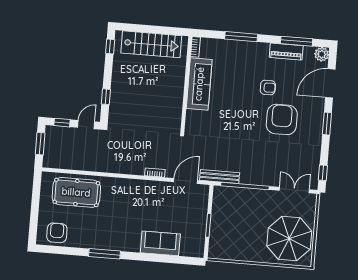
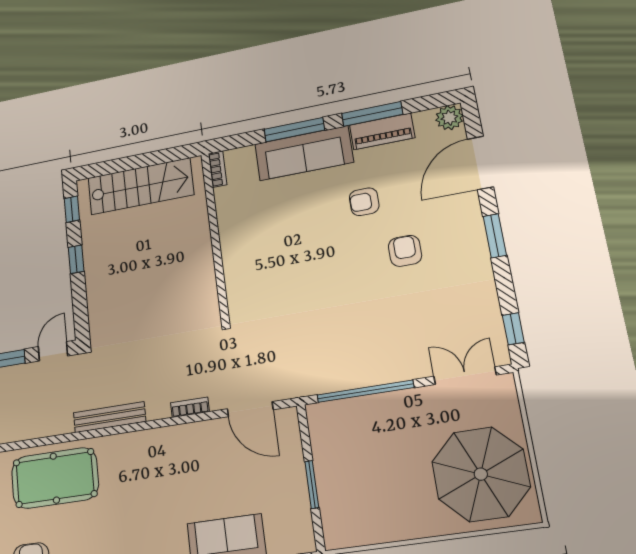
window: (297, 41) -> (372, 114), moved
sofa: (199, 84) -> (304, 153), moved, turned 90
armchair: (268, 88) -> (364, 202), turned 180
window: (106, 97) -> (76, 259), moved
armchair: (282, 119) -> (405, 251), width x0.53, depth x0.53
bench: (220, 176) -> (110, 417), moved
door: (186, 181) -> (250, 409), swing flipped

